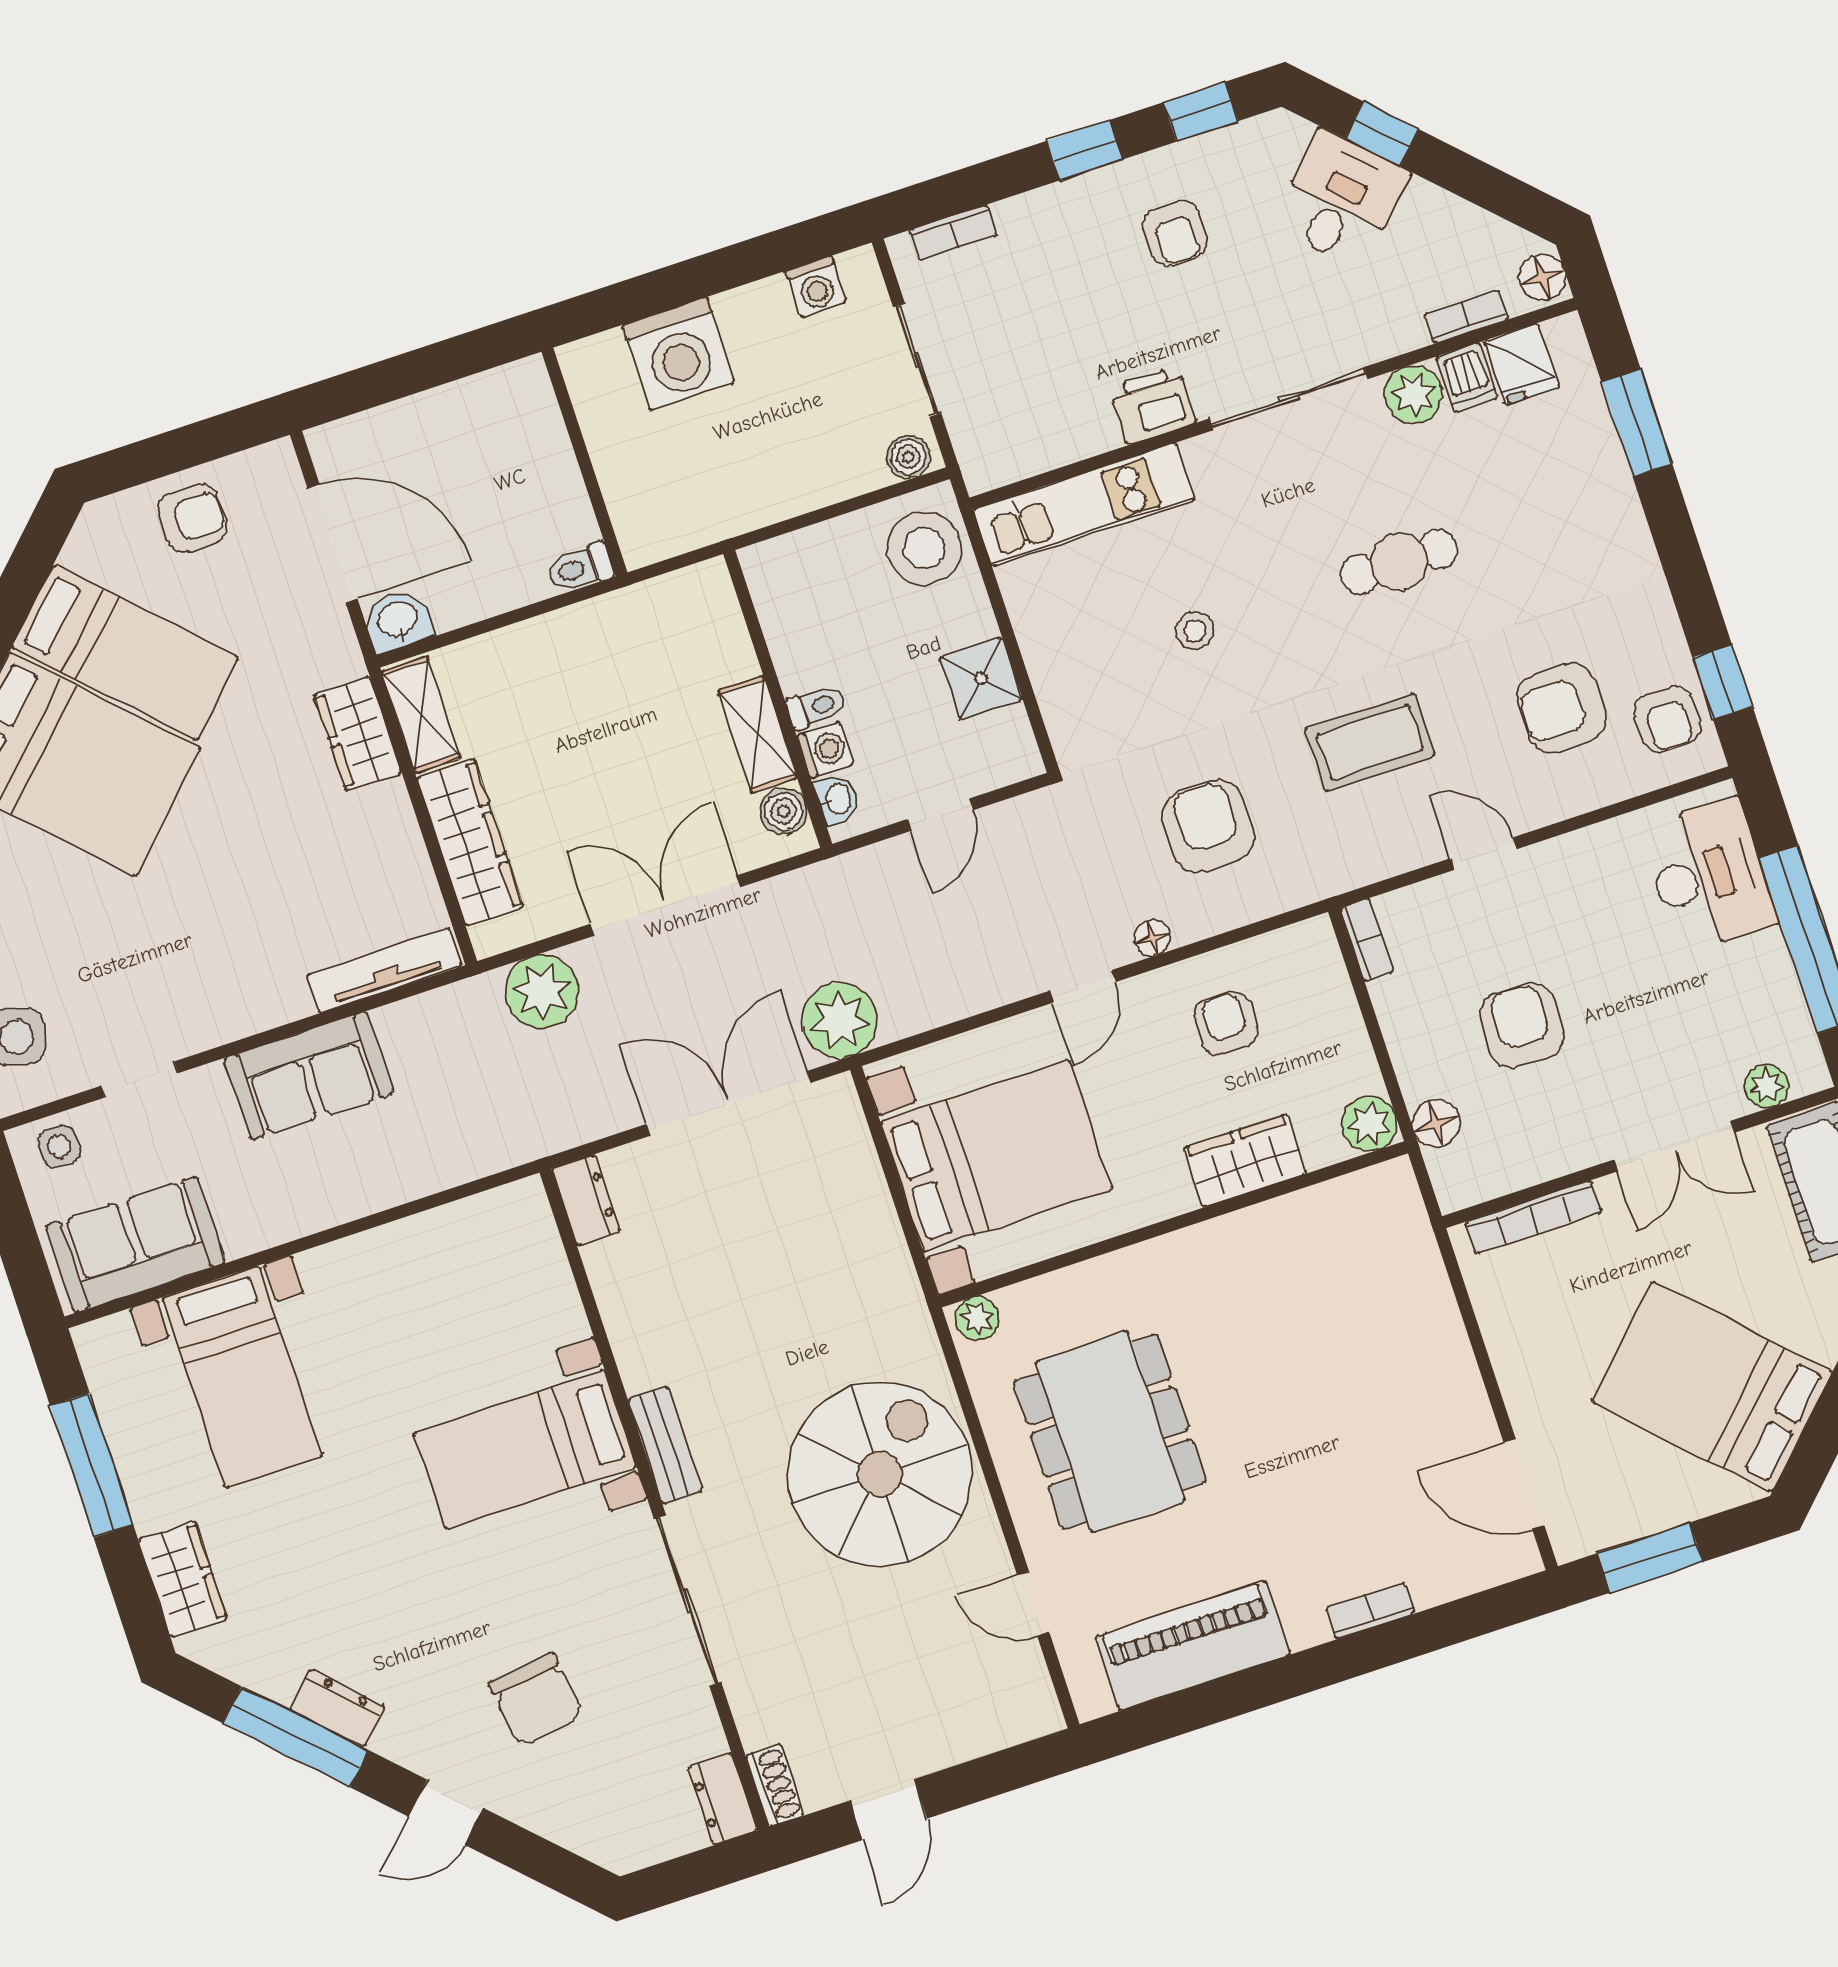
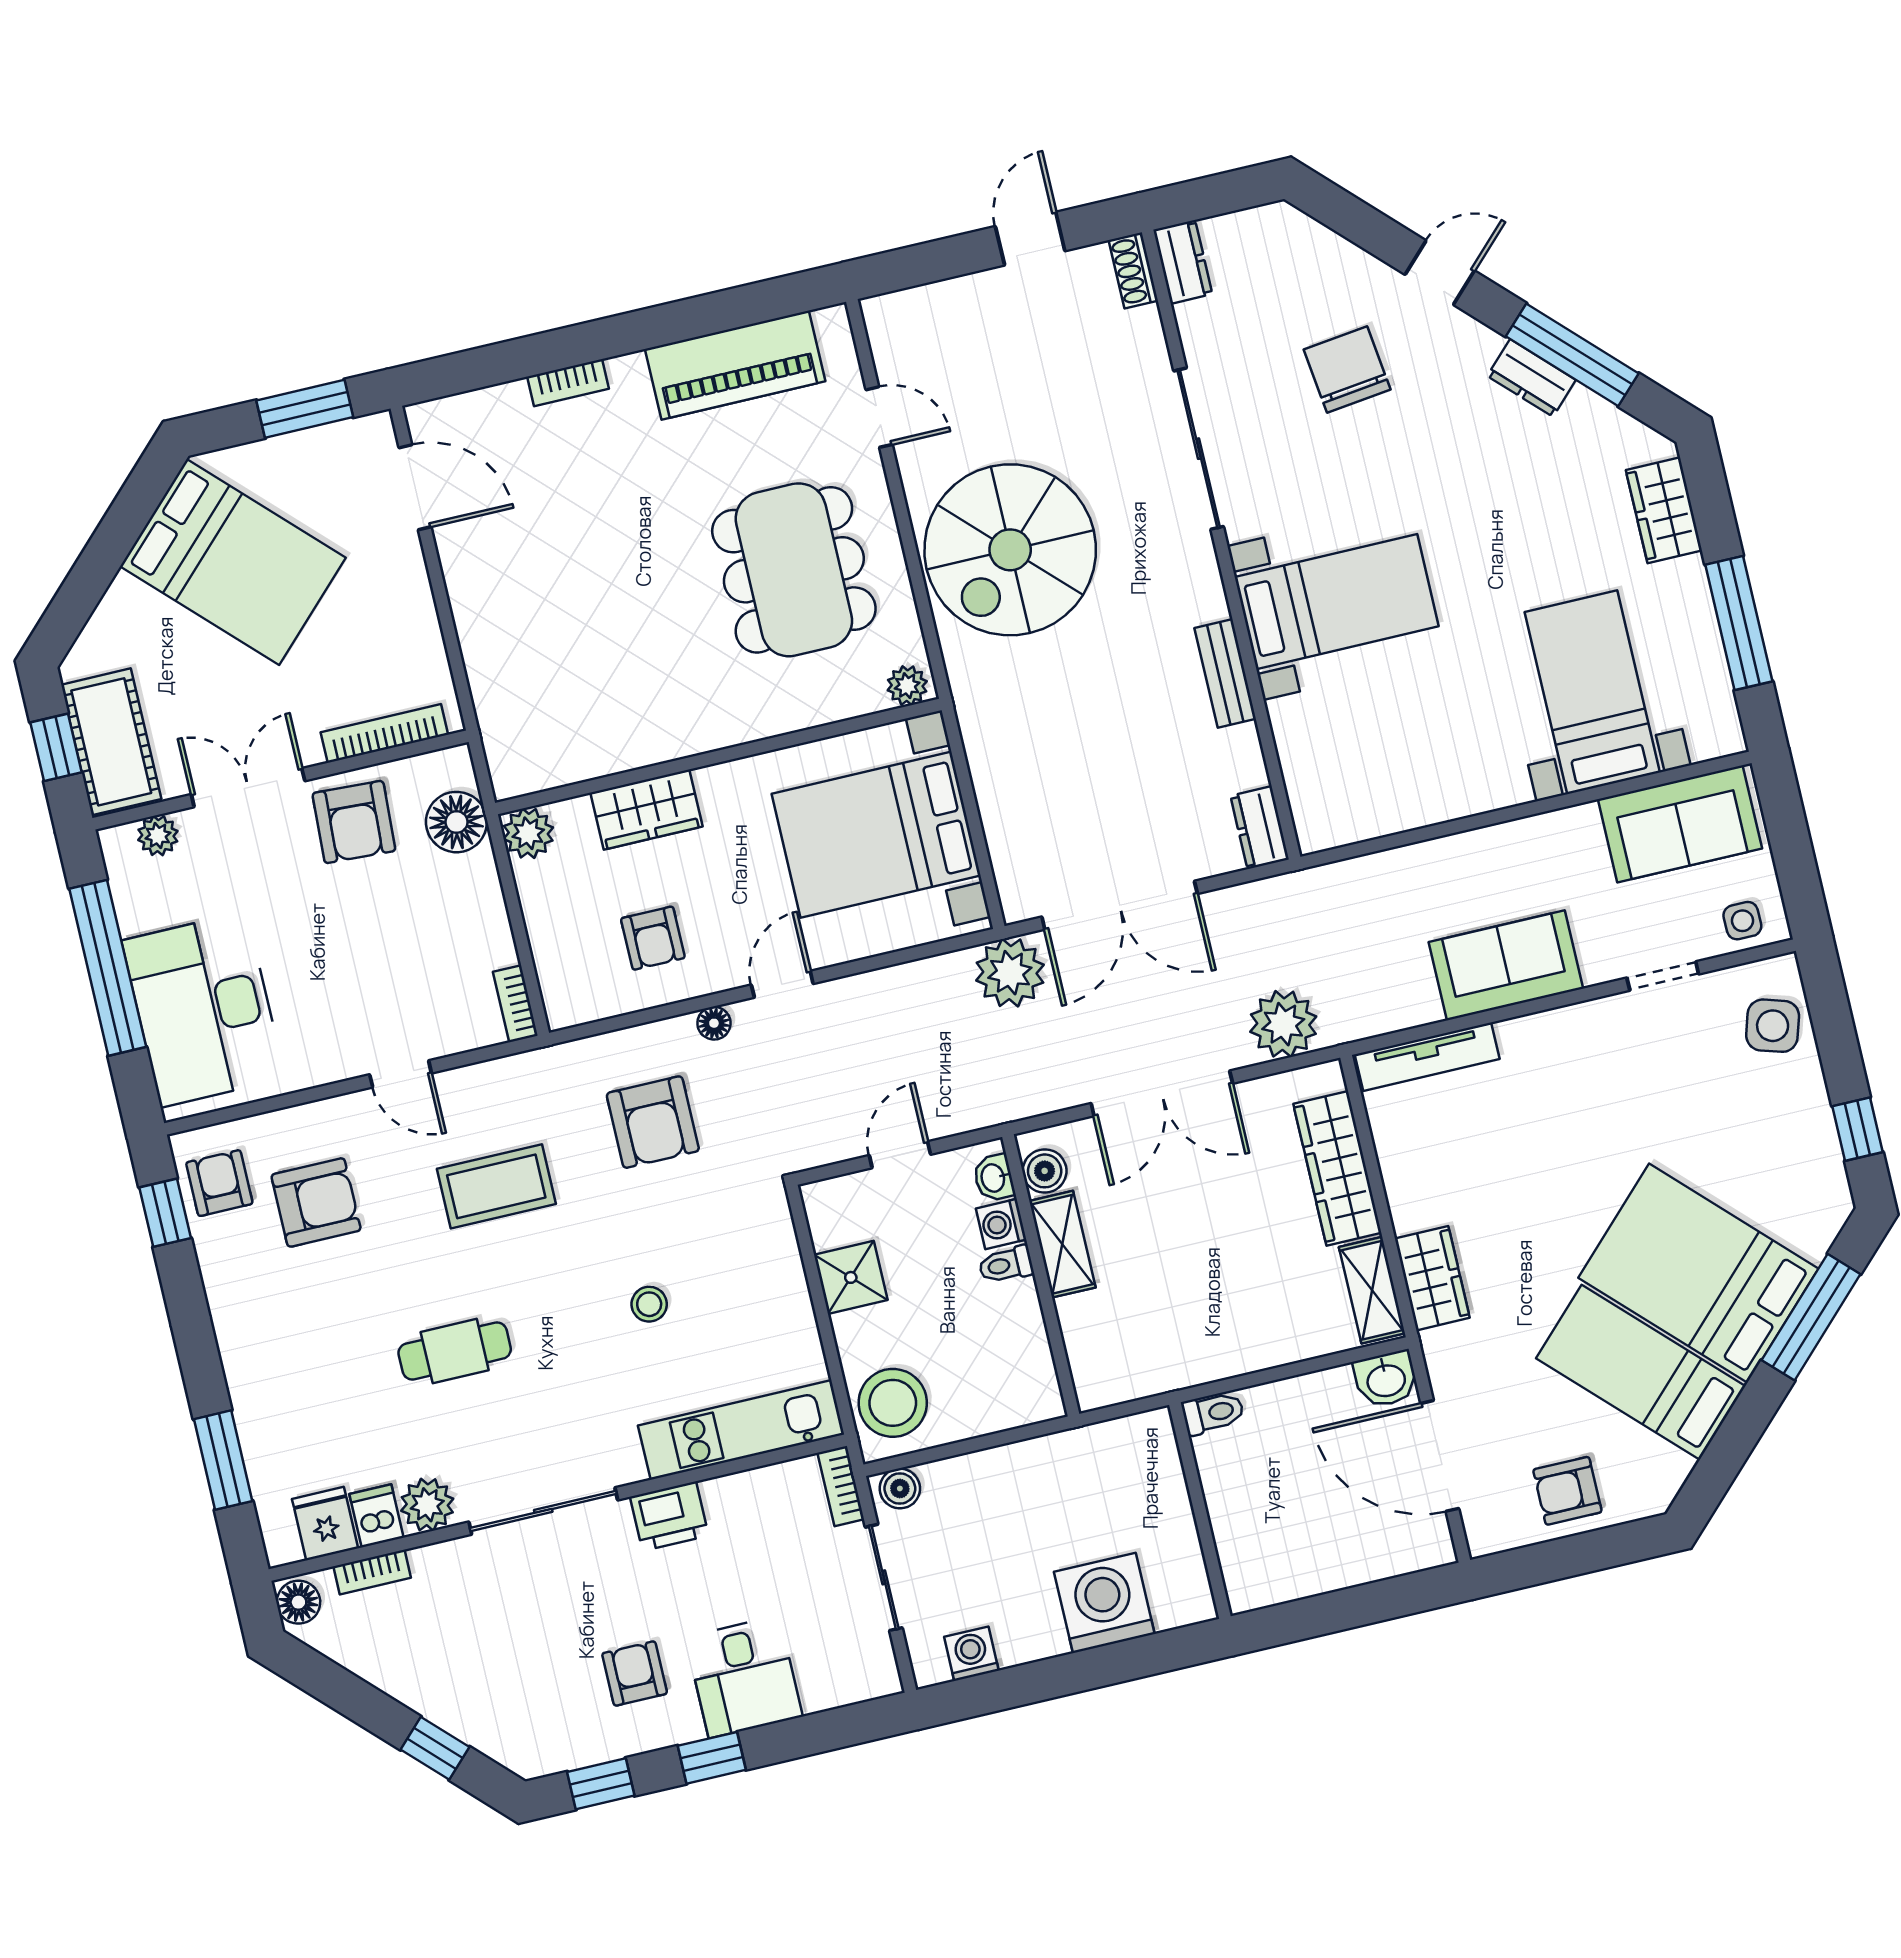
desk: (1341, 199) -> (744, 1677), moved, turned -45
bookcase: (953, 233) -> (841, 1486), moved, turned -90
desk: (1708, 875) -> (203, 1009), width x1.36, depth x1.30
armchair: (1522, 1026) -> (354, 822), moved
floor lamp: (1436, 1123) -> (456, 822), width x1.38, depth x1.38
bench: (665, 1445) -> (1225, 673), moved

